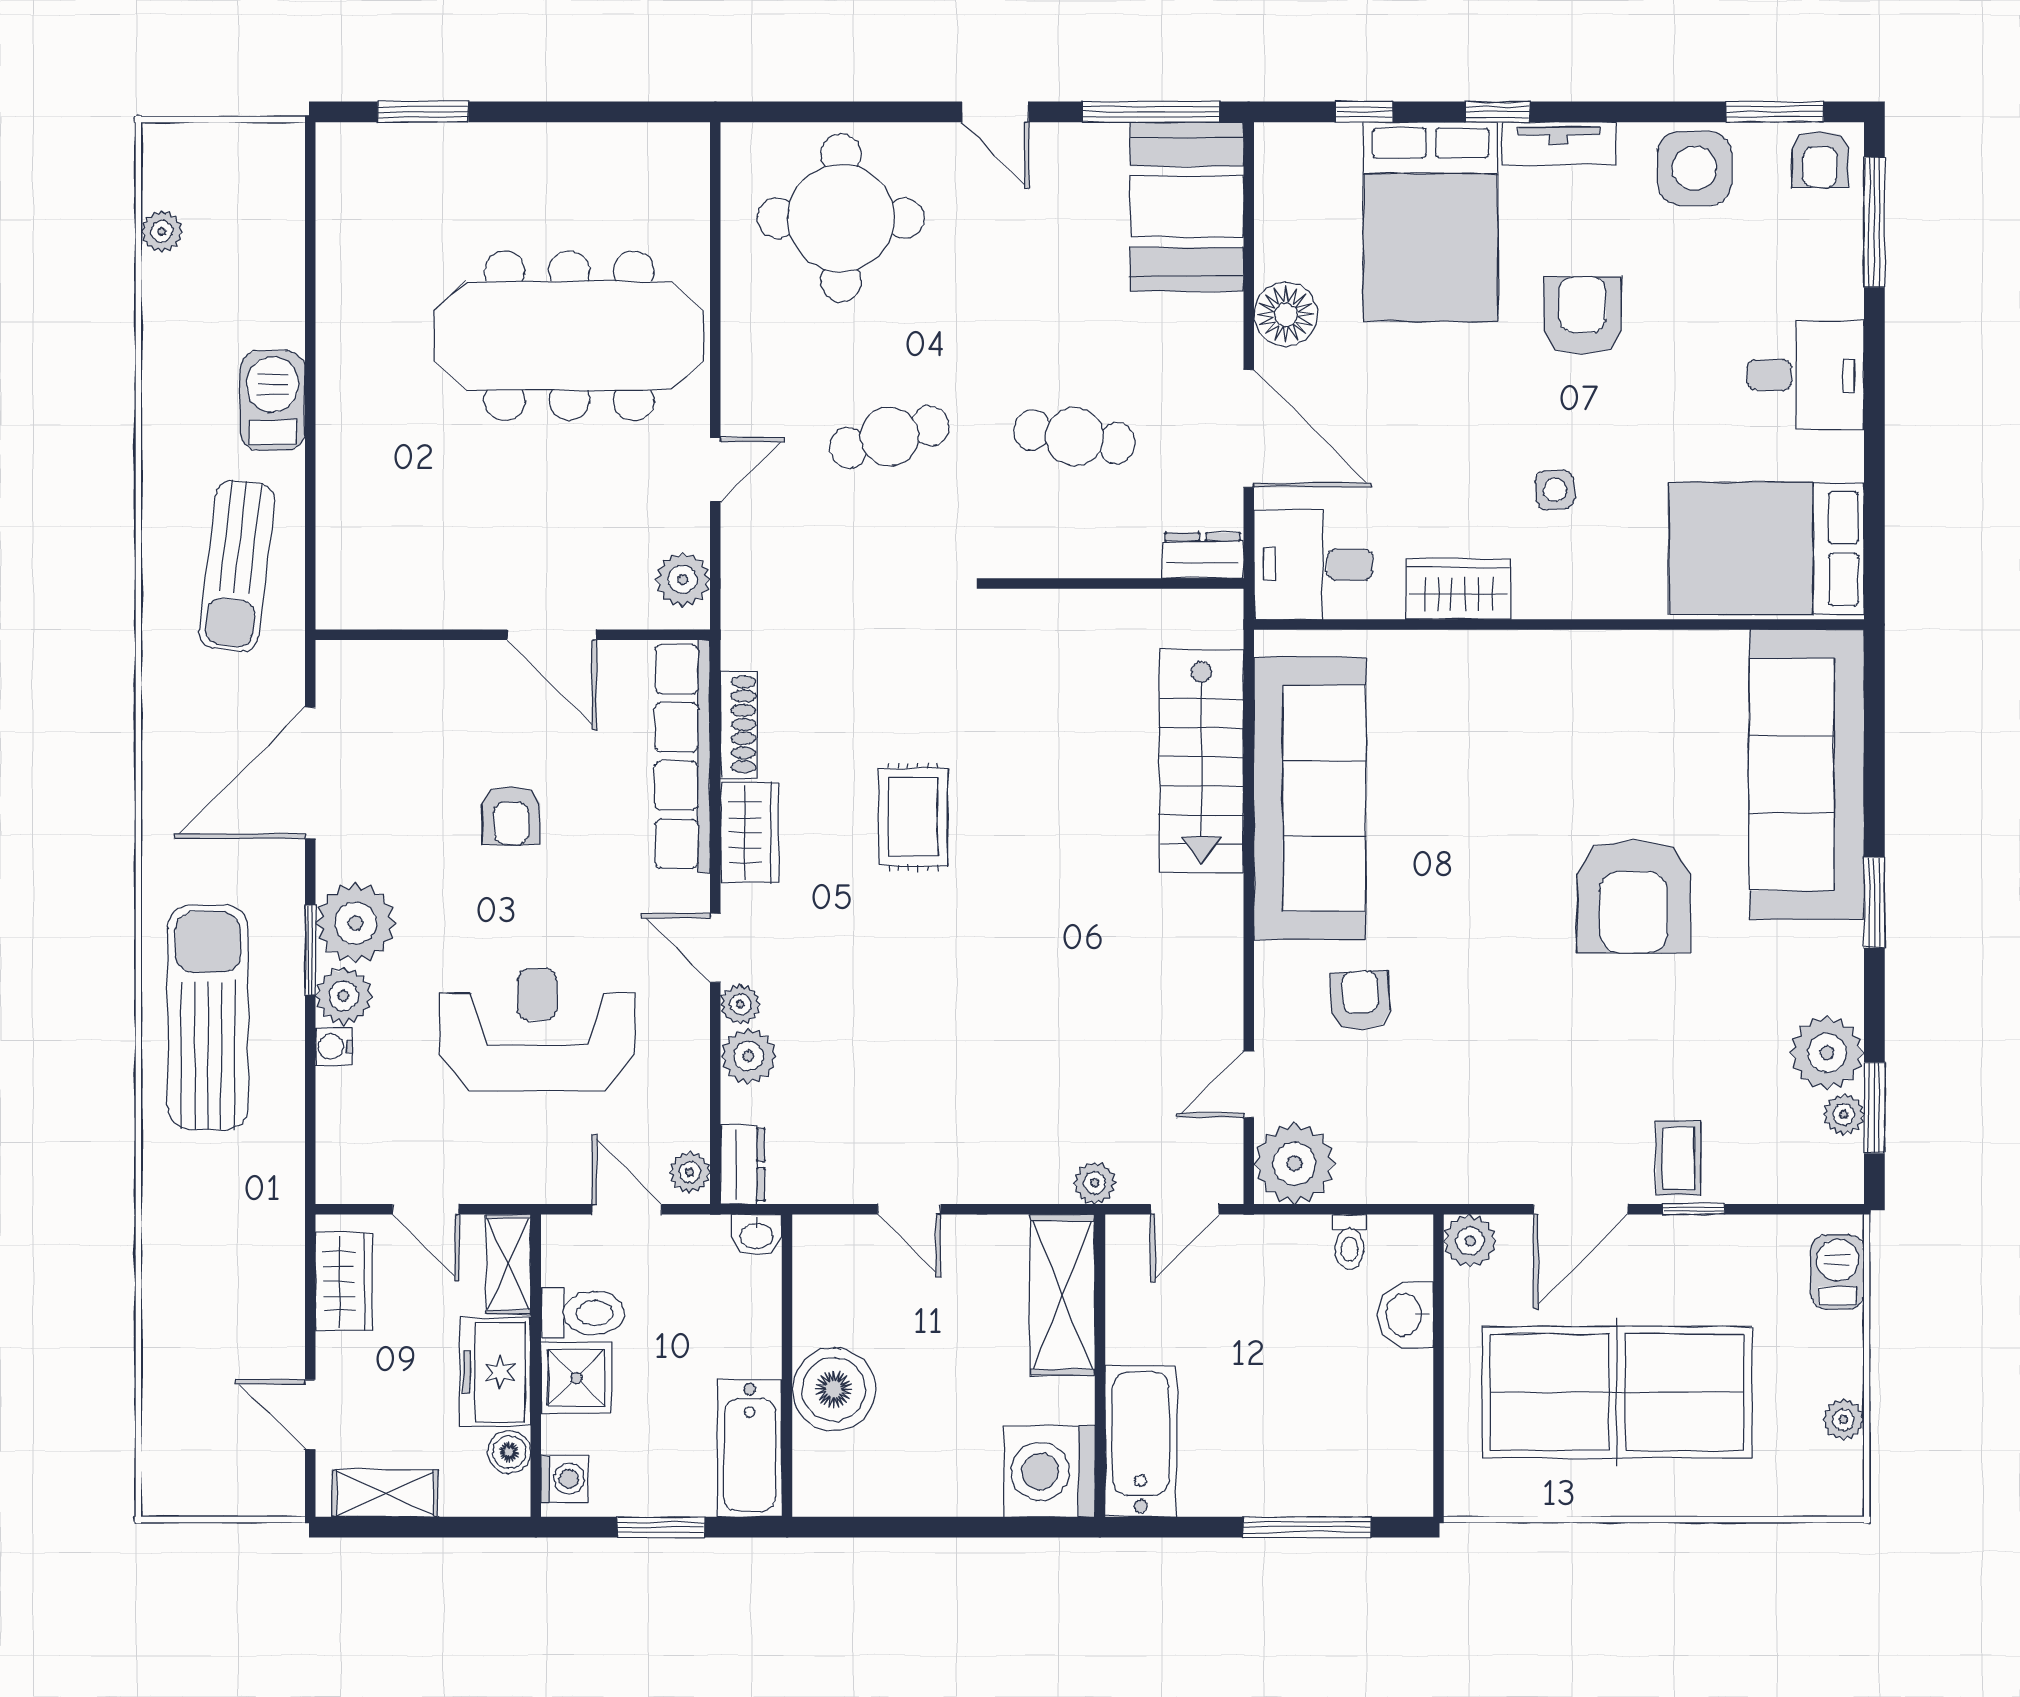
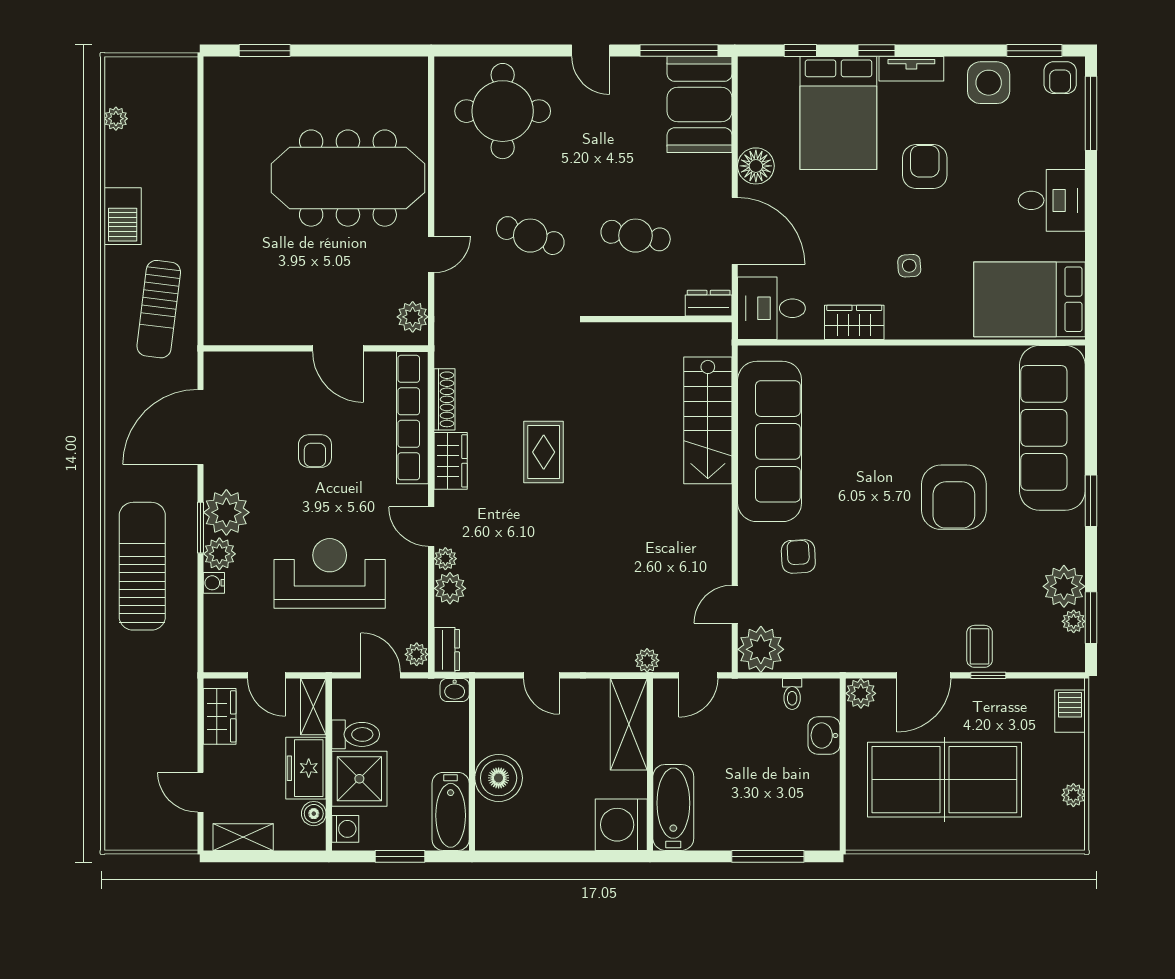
barbecue: (272, 400) -> (123, 216), moved, turned 180
cafe table: (890, 437) -> (530, 236), turned 33
shower: (576, 1378) -> (359, 779), width x1.36, depth x1.36

